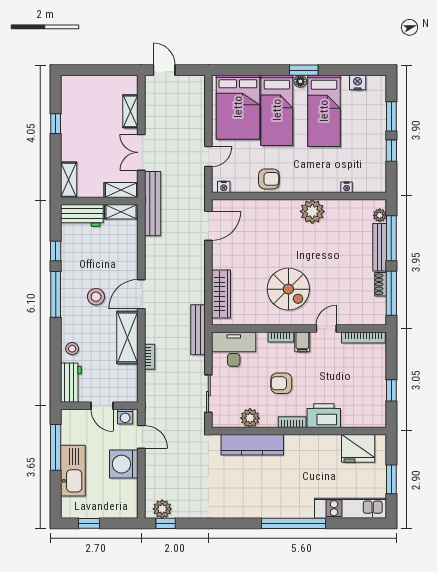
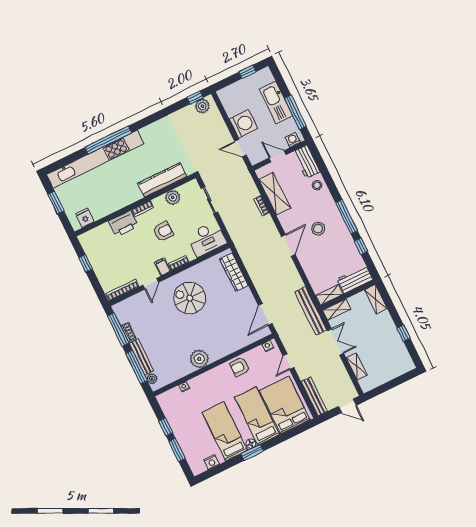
bench: (198, 330) -> (314, 396), moved
shelving: (127, 337) -> (275, 194), moved
washing machine: (125, 417) -> (293, 140), moved
fridge: (358, 448) -> (85, 218), width x0.53, depth x0.75
kitchen unit: (350, 508) -> (95, 159), width x1.86

